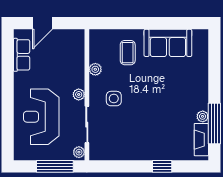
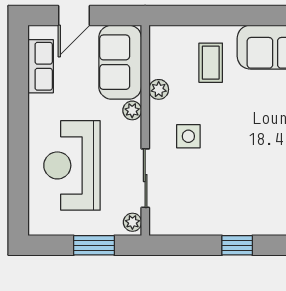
sofa: (71, 52) -> (120, 62), added
plant: (79, 94) -> (132, 110), moved
window: (55, 166) -> (94, 245), width x0.69
window: (162, 166) -> (237, 245), moved

